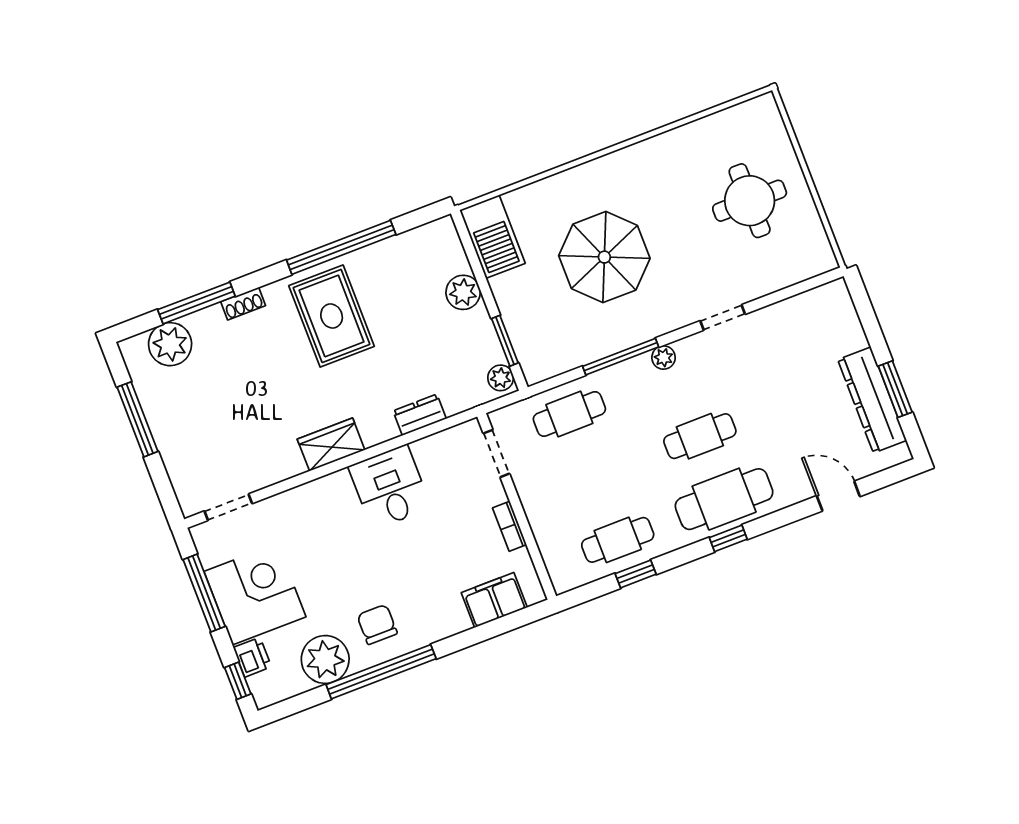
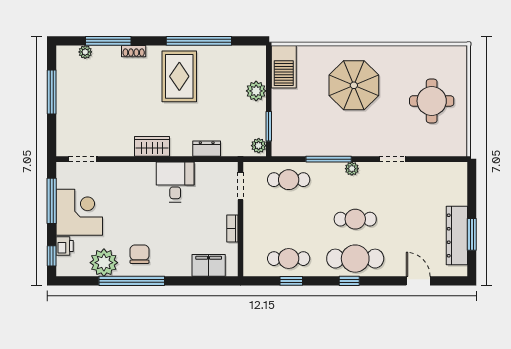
parasol: (604, 257) -> (354, 85), moved
plant: (170, 344) -> (85, 52), width x0.53, depth x0.53

